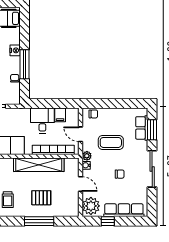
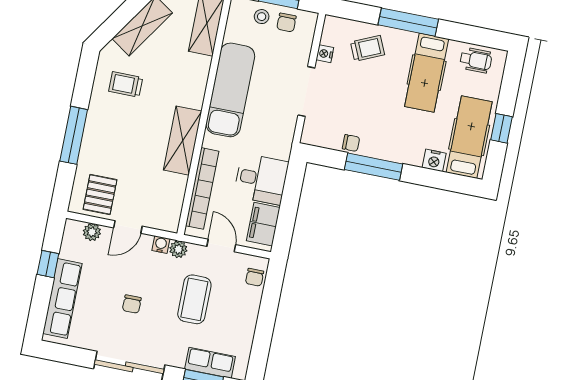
nightstand: (15, 50) -> (434, 160), moved
filing cabinet: (60, 115) -> (263, 224), width x2.00
door: (81, 134) -> (221, 246), hinge flipped
shelving: (39, 165) -> (183, 141), width x0.68
pallet: (41, 198) -> (100, 195), moved
plant: (91, 206) -> (92, 232), width x0.53, depth x0.53

